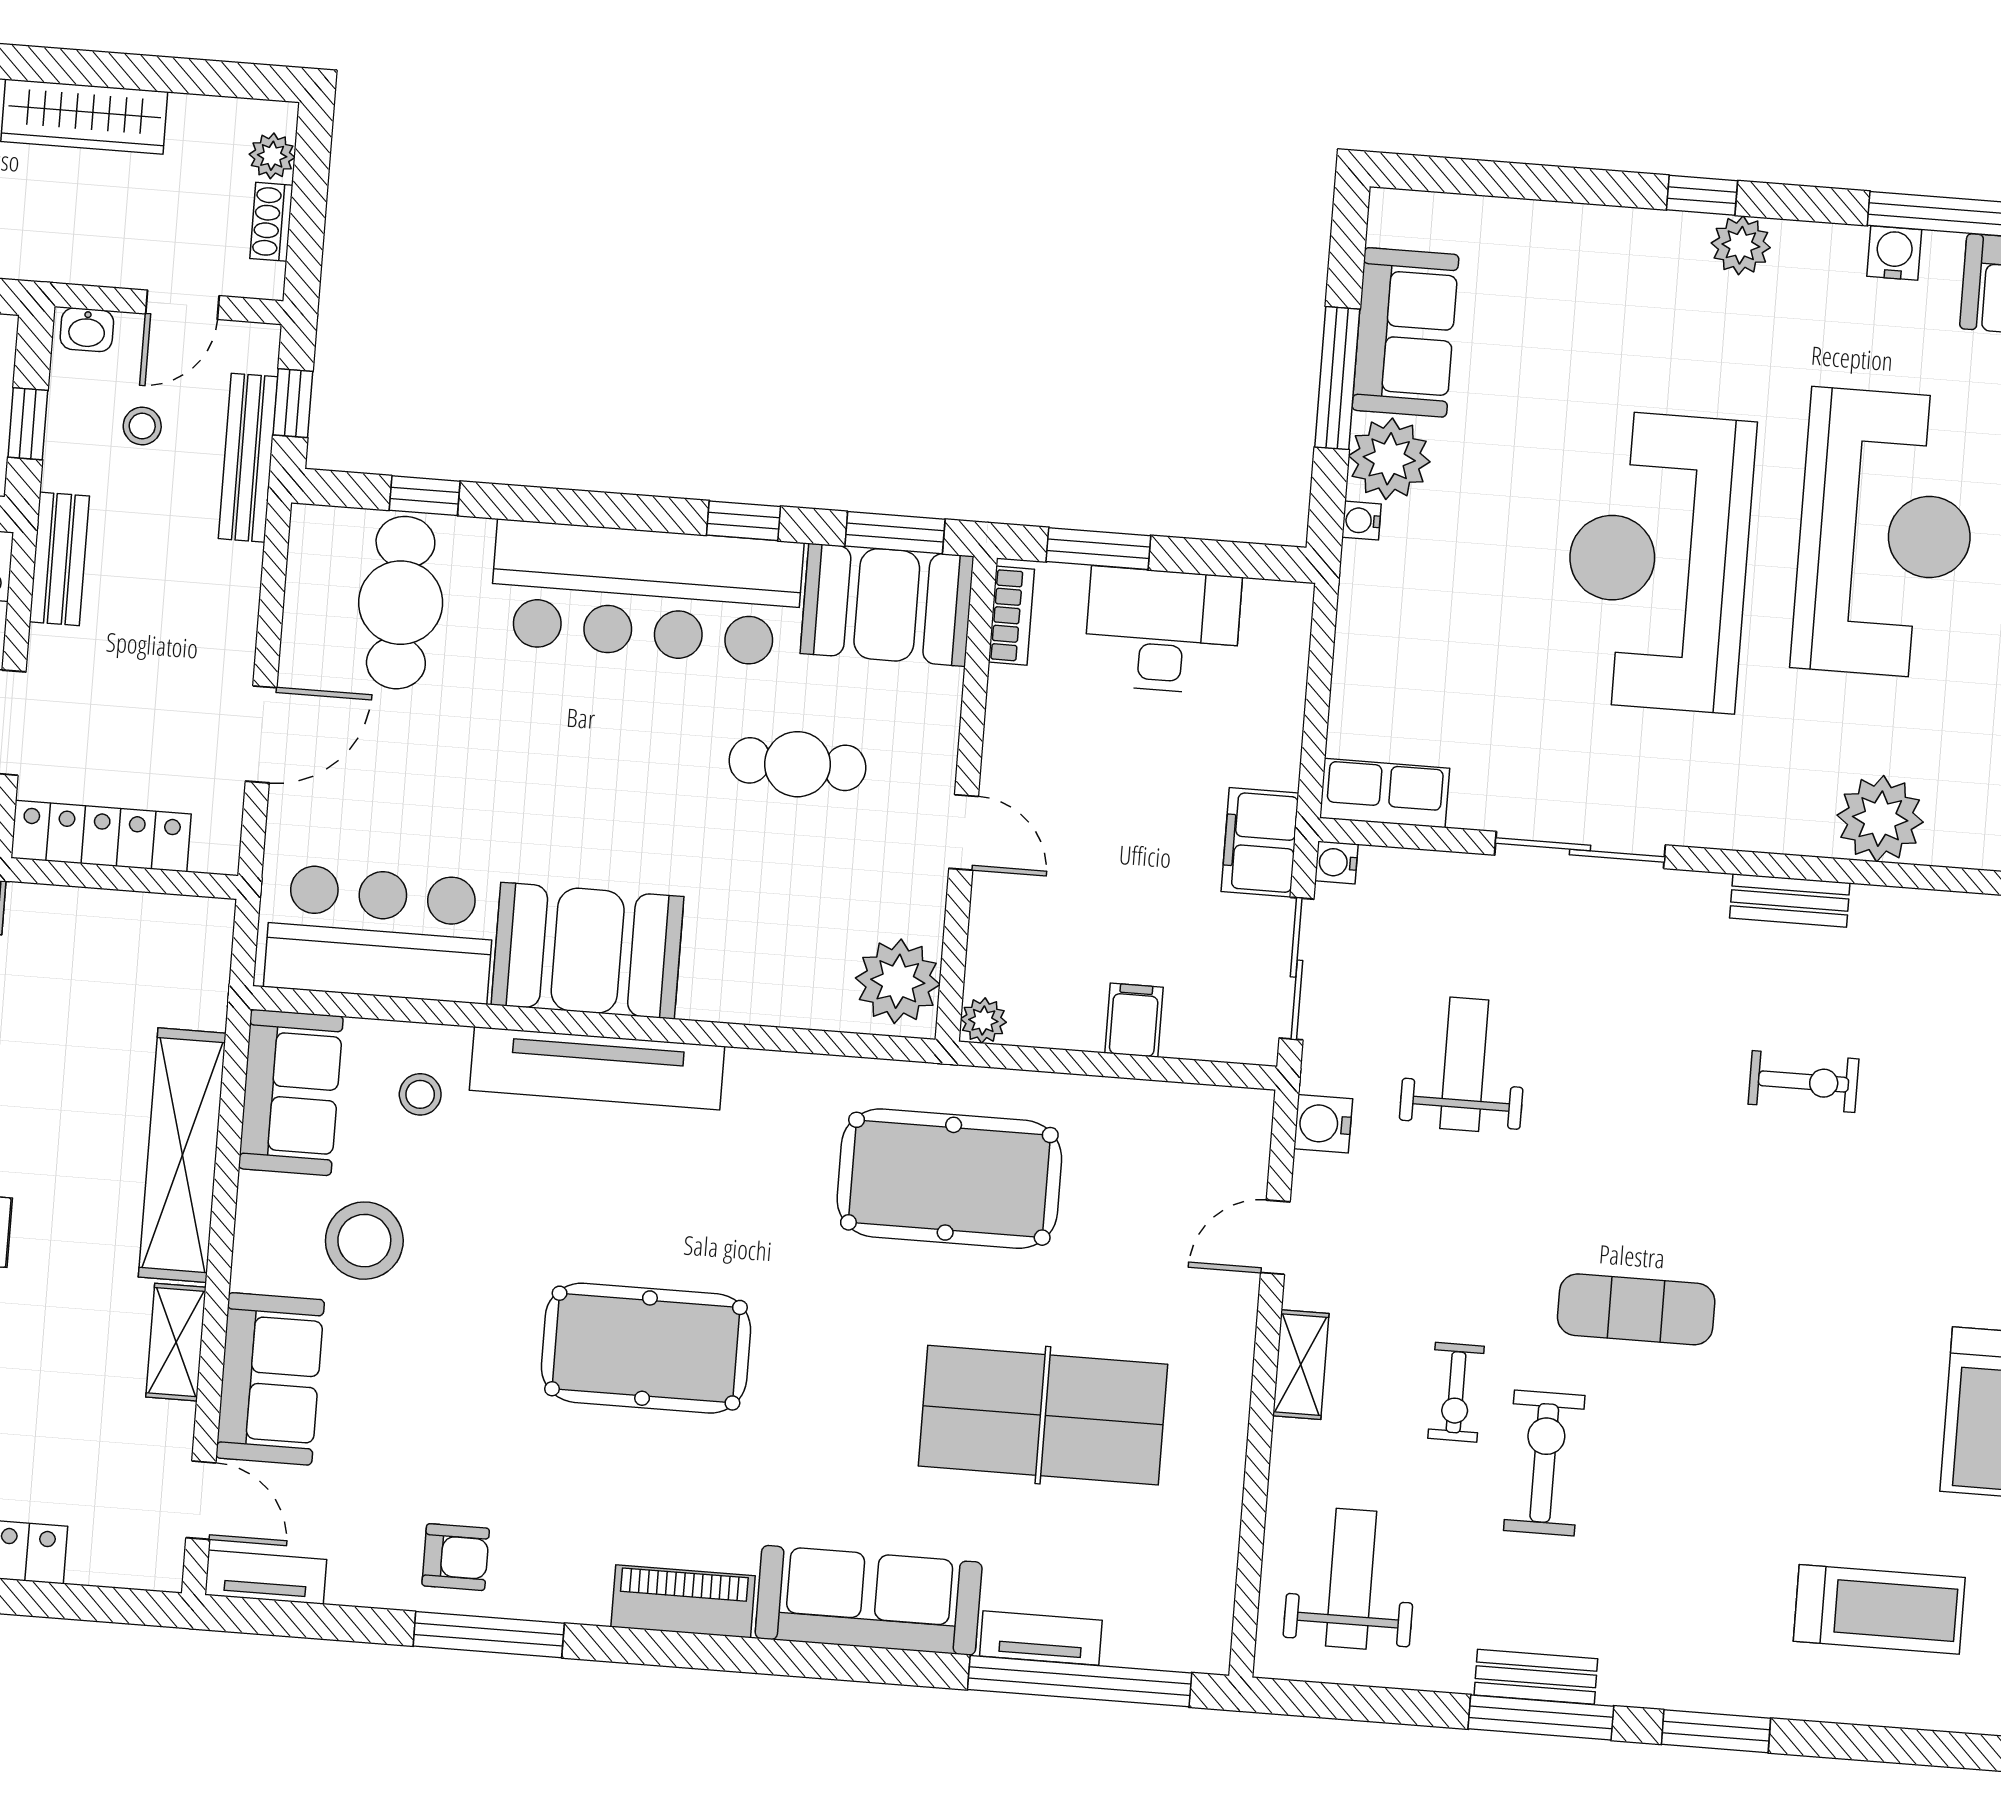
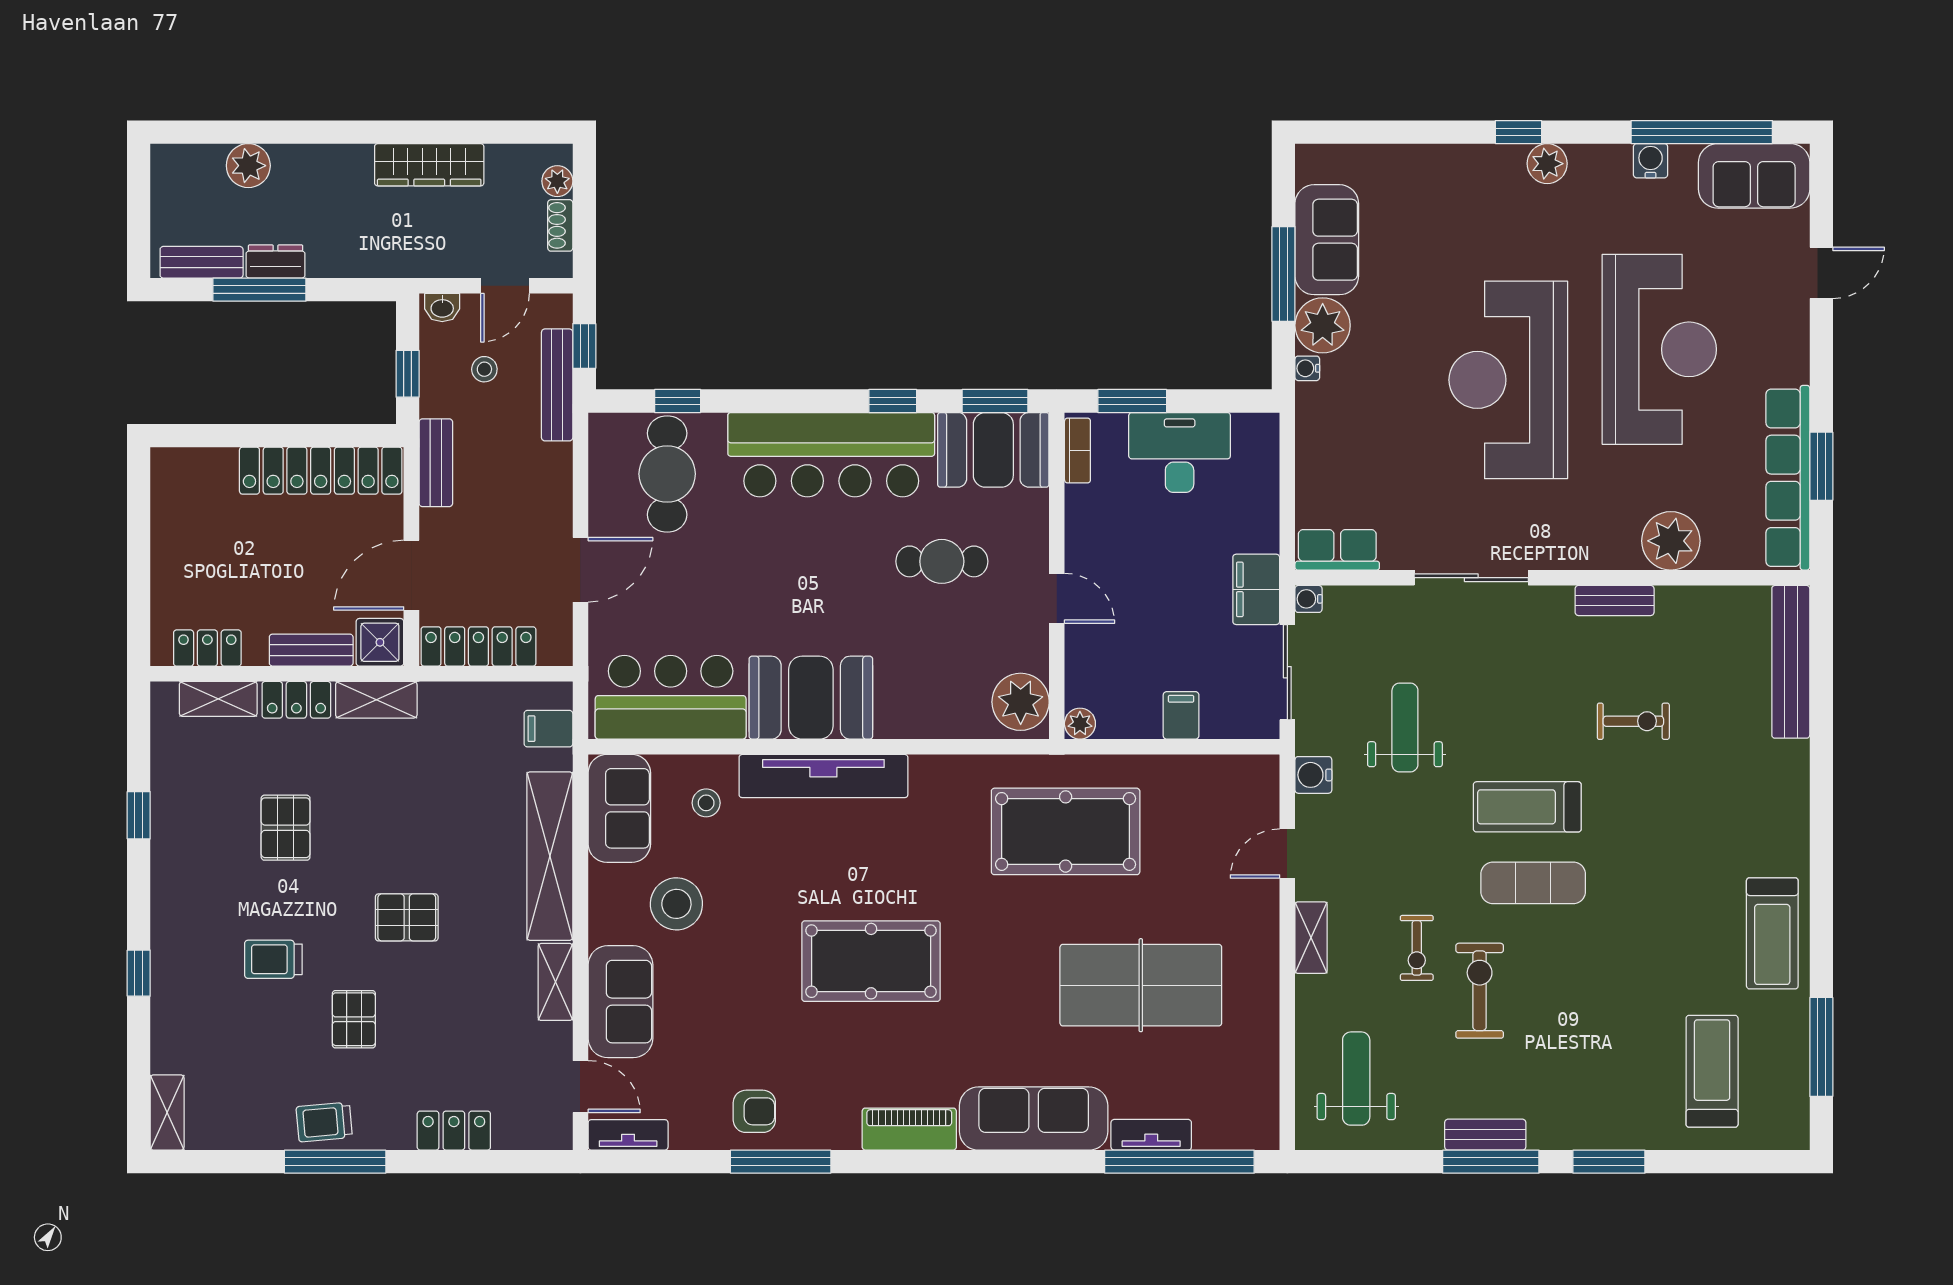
filing cabinet: (195, 966) -> (548, 729), added
treadmill: (1636, 1196) -> (1527, 807), added
treadmill: (1879, 1609) -> (1712, 1071), turned -90

